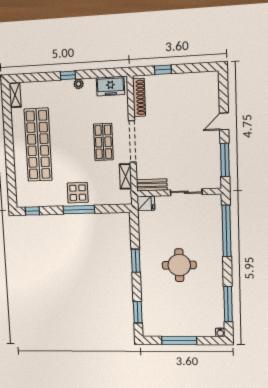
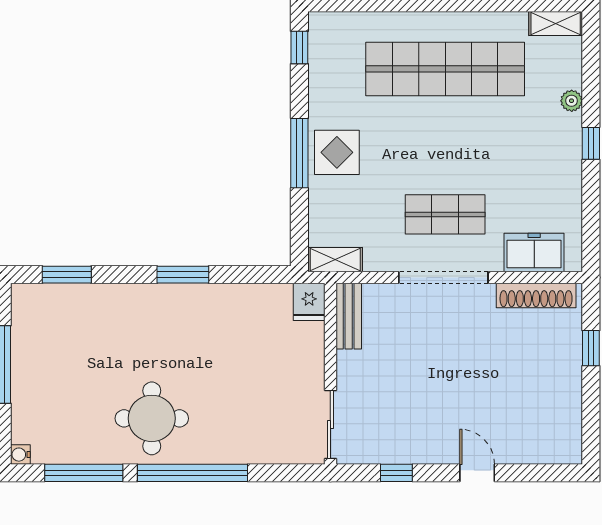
plant: (79, 84) -> (572, 101), moved
freezer: (110, 86) -> (534, 252), moved, turned 90
window: (225, 160) -> (396, 473), width x0.46
shelving: (125, 176) -> (335, 260), moved
sliding door: (186, 192) -> (330, 425), moved
window: (226, 231) -> (192, 473), moved
round table: (179, 265) -> (152, 418), moved

